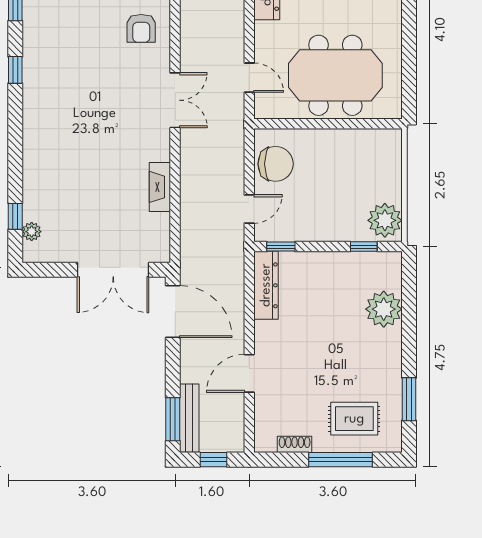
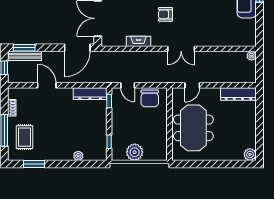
armchair: (141, 28) -> (165, 14), moved
plant: (385, 220) -> (135, 152), moved
plant: (384, 309) -> (78, 156), width x0.53, depth x0.53

